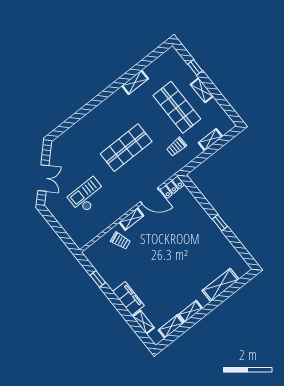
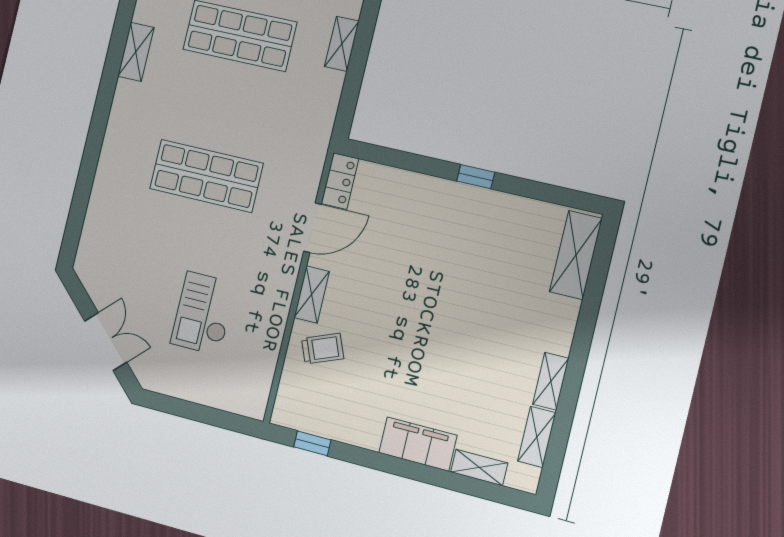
trolley: (177, 147) -> (292, 104), removed
shop shelf: (126, 148) -> (206, 176), turned 90
window: (98, 279) -> (312, 443), moved
shelving: (220, 285) -> (576, 255), moved

